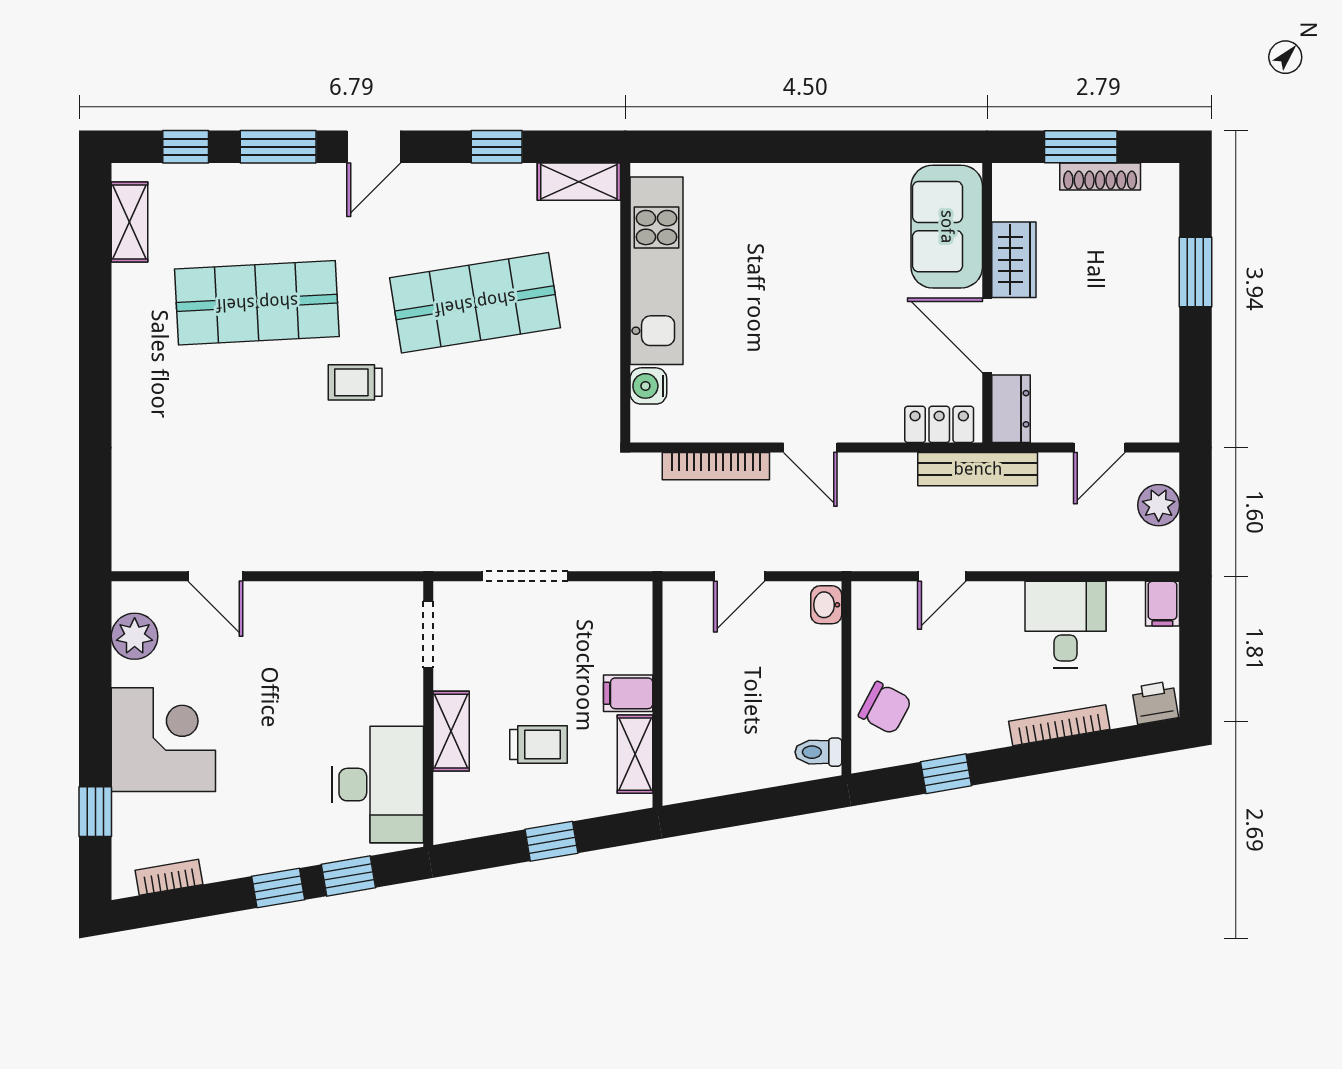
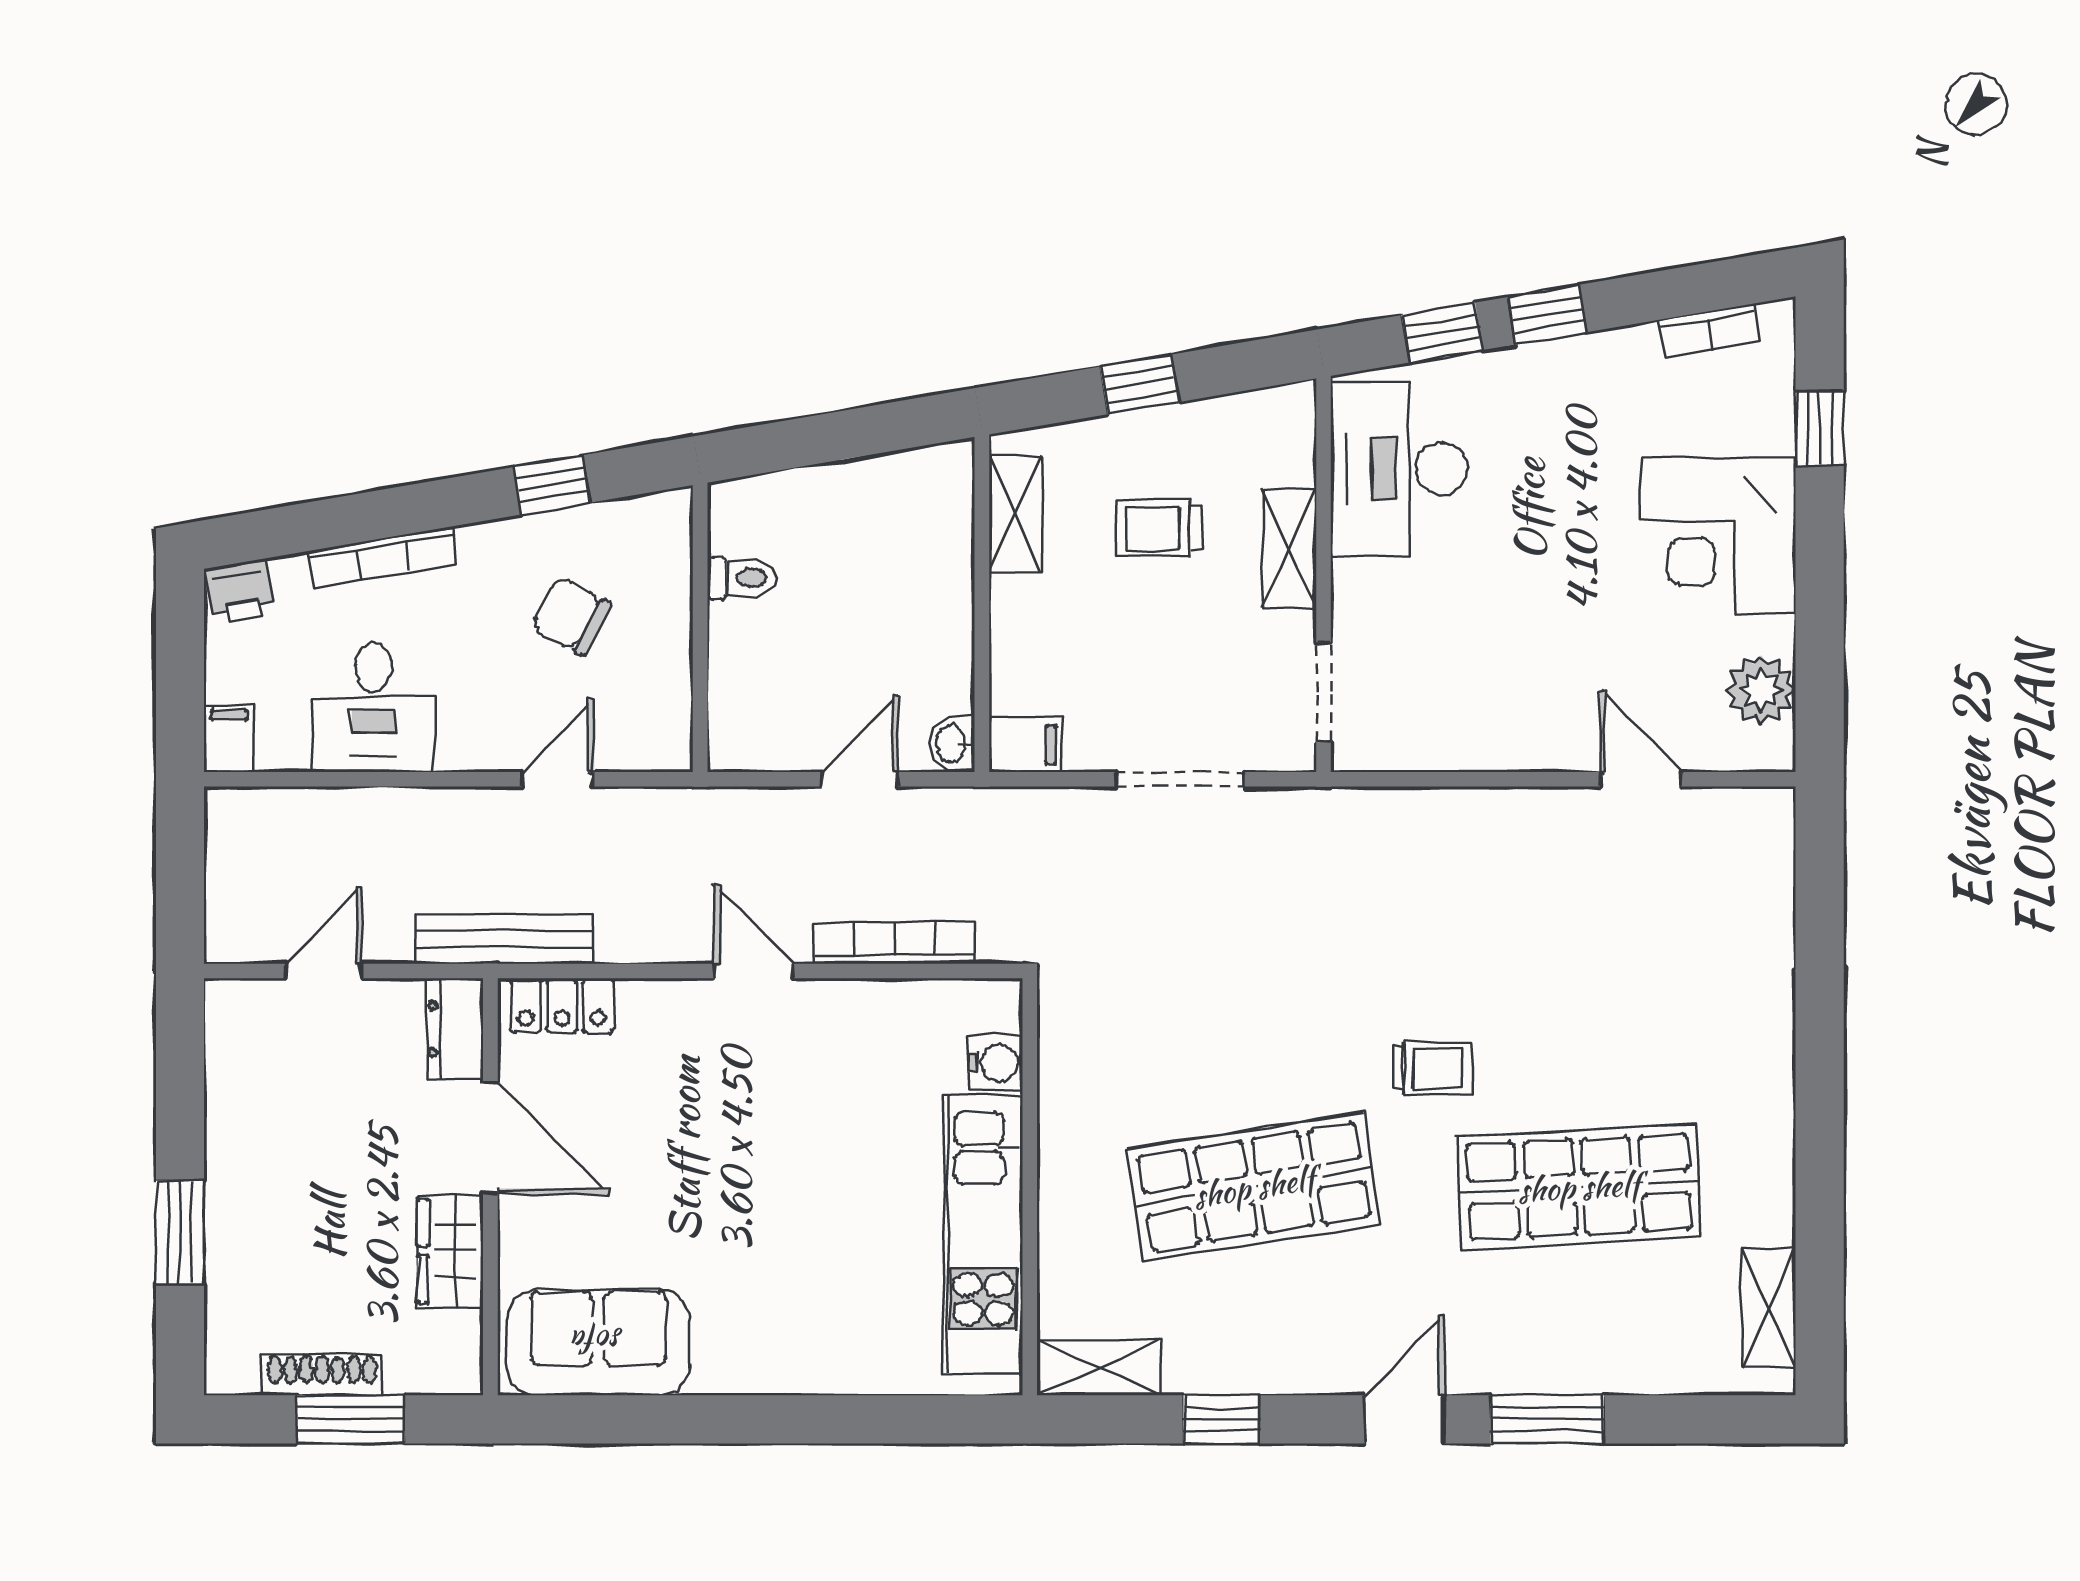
window: (186, 147) -> (1685, 1419), removed
sofa: (947, 227) -> (598, 1342), moved, turned -90
plant: (1159, 505) -> (235, 885), removed
washbasin: (826, 605) -> (952, 744), moved, turned 180
filing cabinet: (628, 693) -> (1026, 745), moved
chair: (885, 708) -> (571, 616), moved
toilet: (818, 752) -> (742, 578), moved

